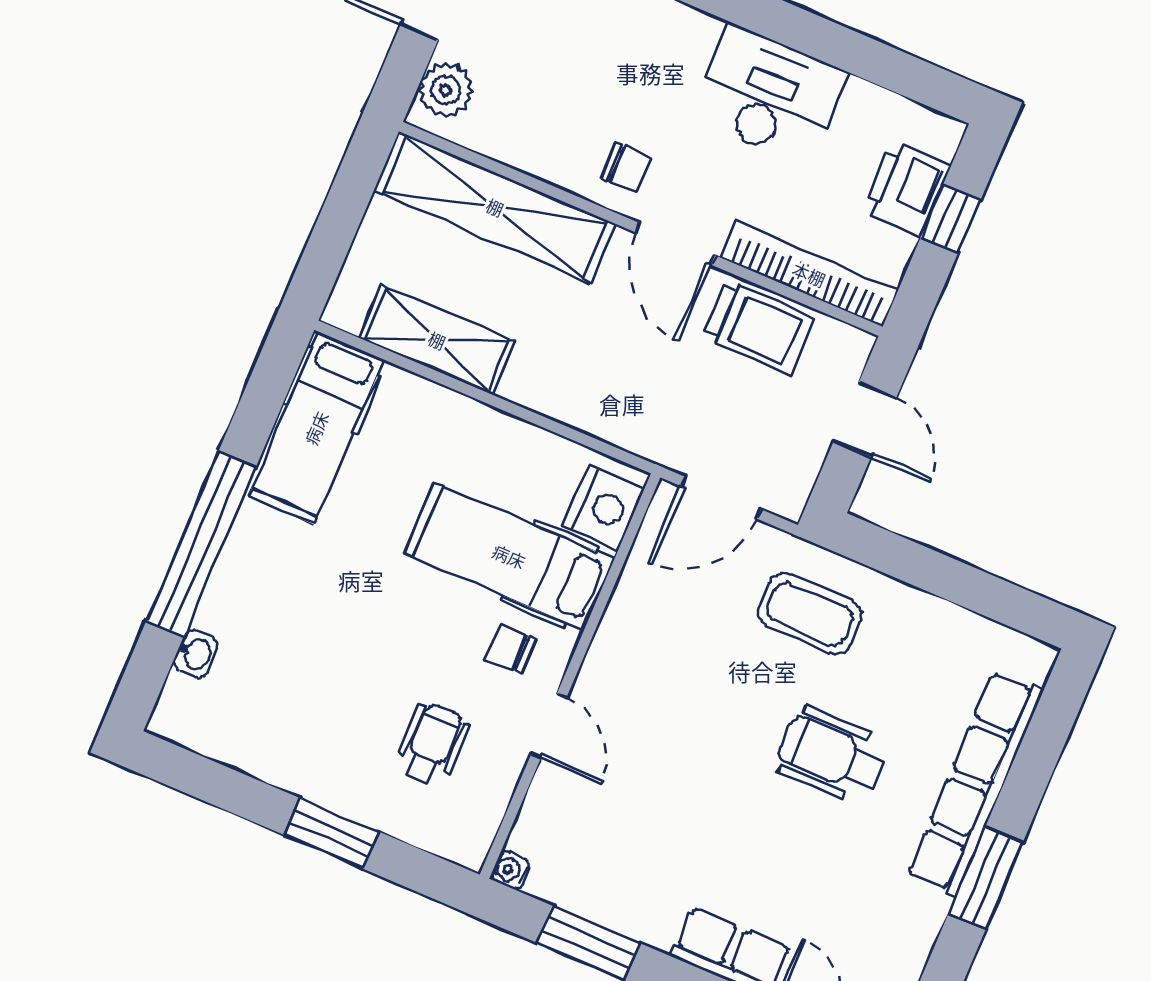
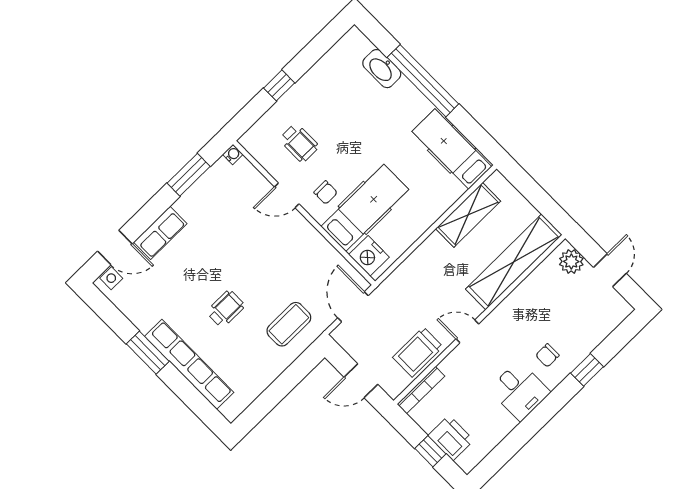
desk: (769, 95) -> (520, 391), width x0.73
chair: (626, 168) -> (547, 355), moved
door: (675, 244) -> (467, 331), width x0.73
bookcase: (809, 274) -> (421, 390), width x0.68, depth x0.76
chair: (511, 649) -> (326, 192), turned 90
washbasin: (196, 654) -> (382, 69), width x1.91, depth x1.45
wheelchair: (831, 755) -> (226, 309), width x0.73, depth x0.73
window: (331, 833) -> (279, 85), width x0.67

